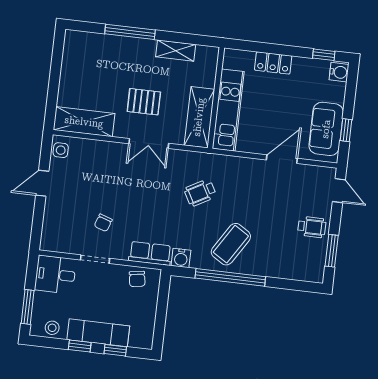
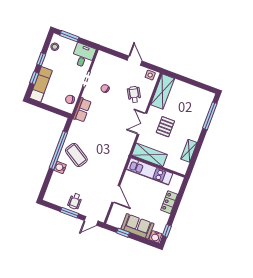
window: (130, 32) -> (210, 116), moved
sofa: (326, 129) -> (137, 226), moved
wheelchair: (200, 193) -> (134, 94), moved
window: (332, 251) -> (69, 213), moved
water cooler: (181, 258) -> (60, 167), moved
exam couch: (98, 333) -> (41, 84), moved

